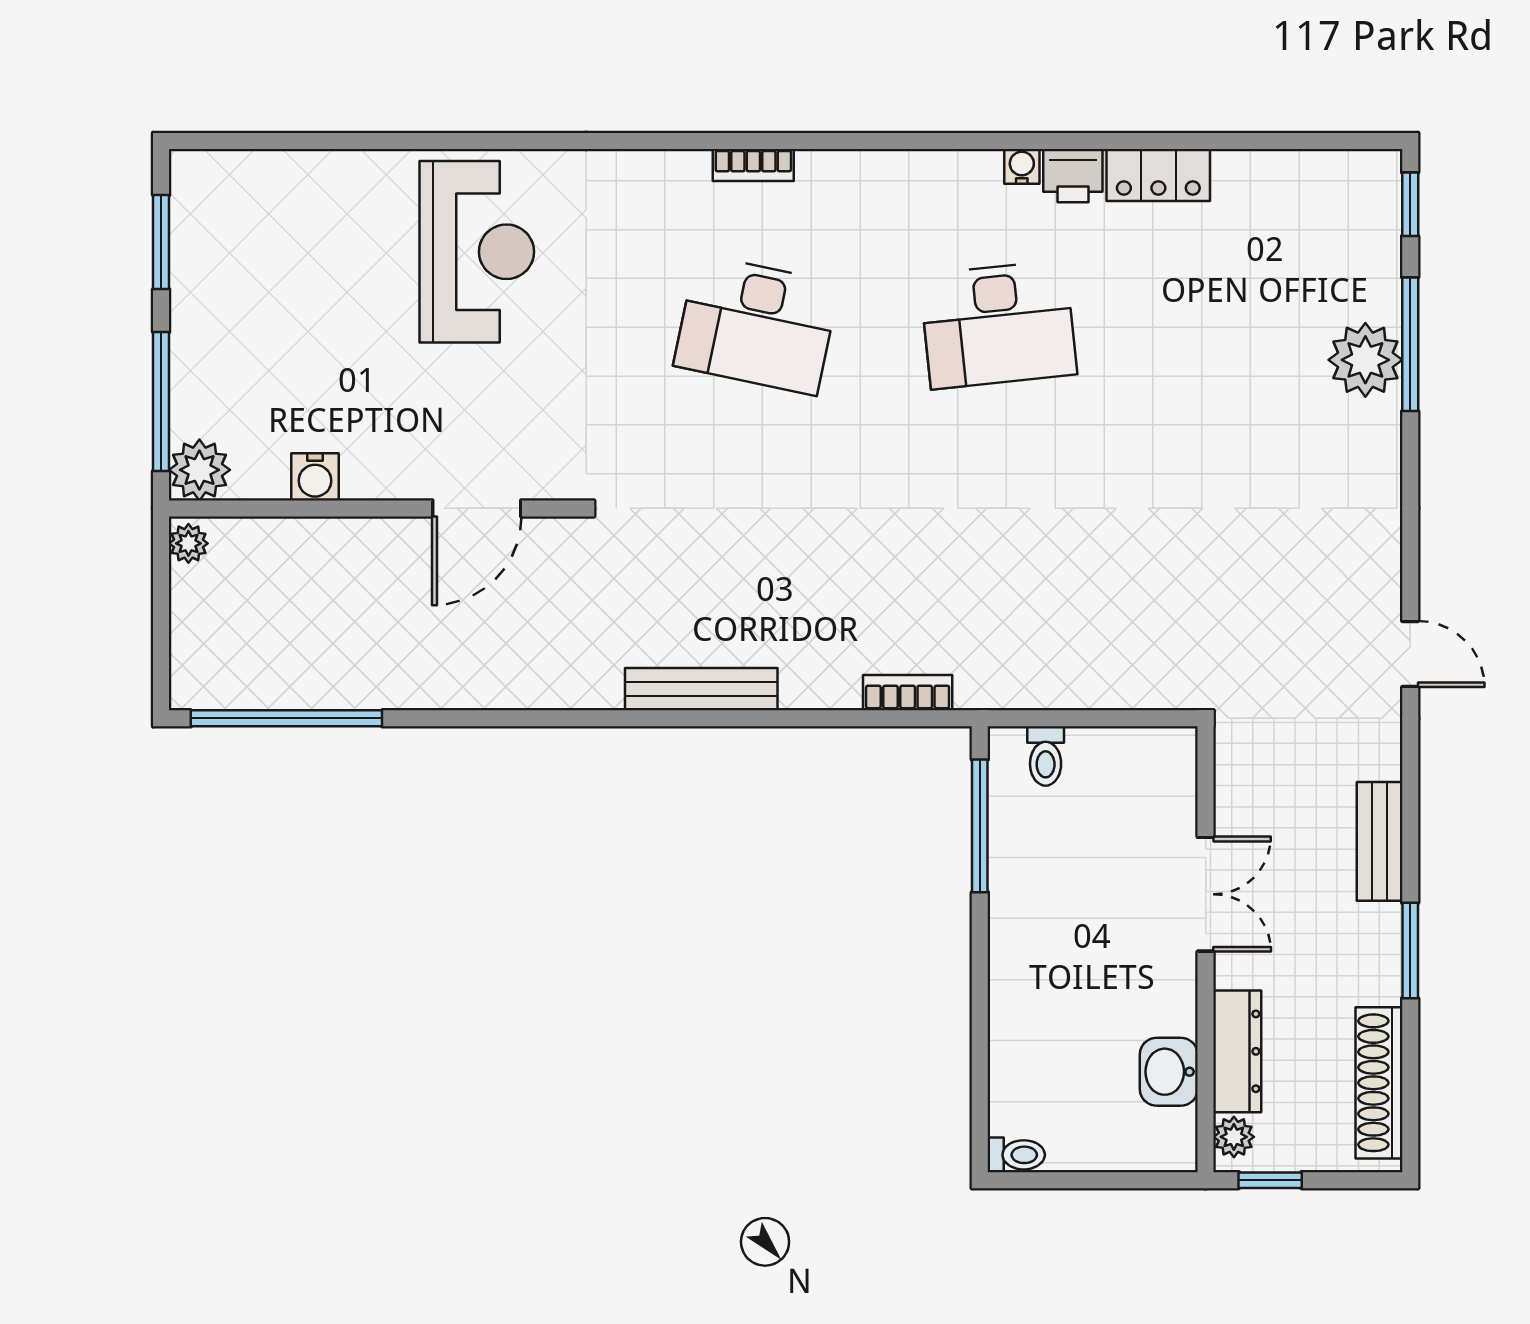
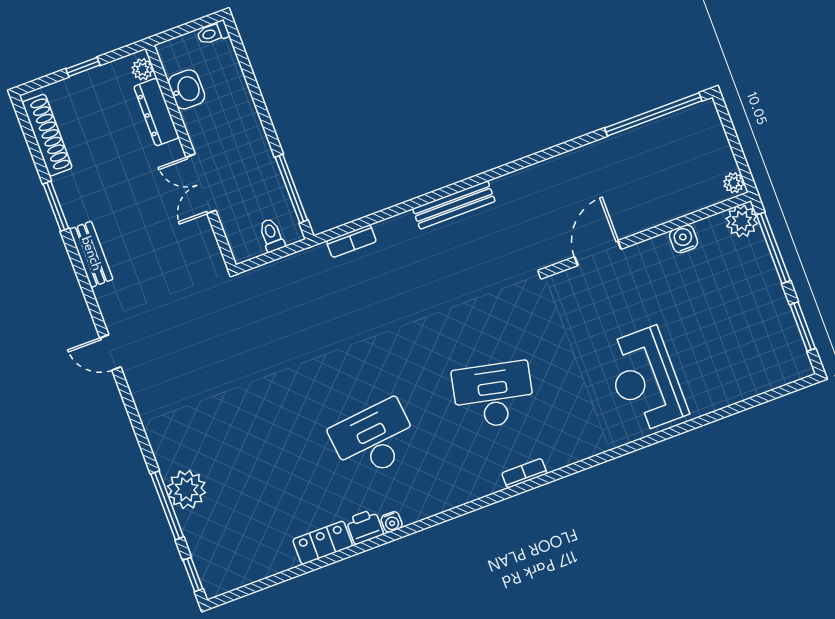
double door: (1206, 894) -> (201, 184), moved
wall: (1206, 949) -> (191, 157), moved
dresser: (1237, 1051) -> (156, 112), moved
washbasin: (1169, 1072) -> (187, 89), moved
plant: (1234, 1137) -> (142, 69), moved

